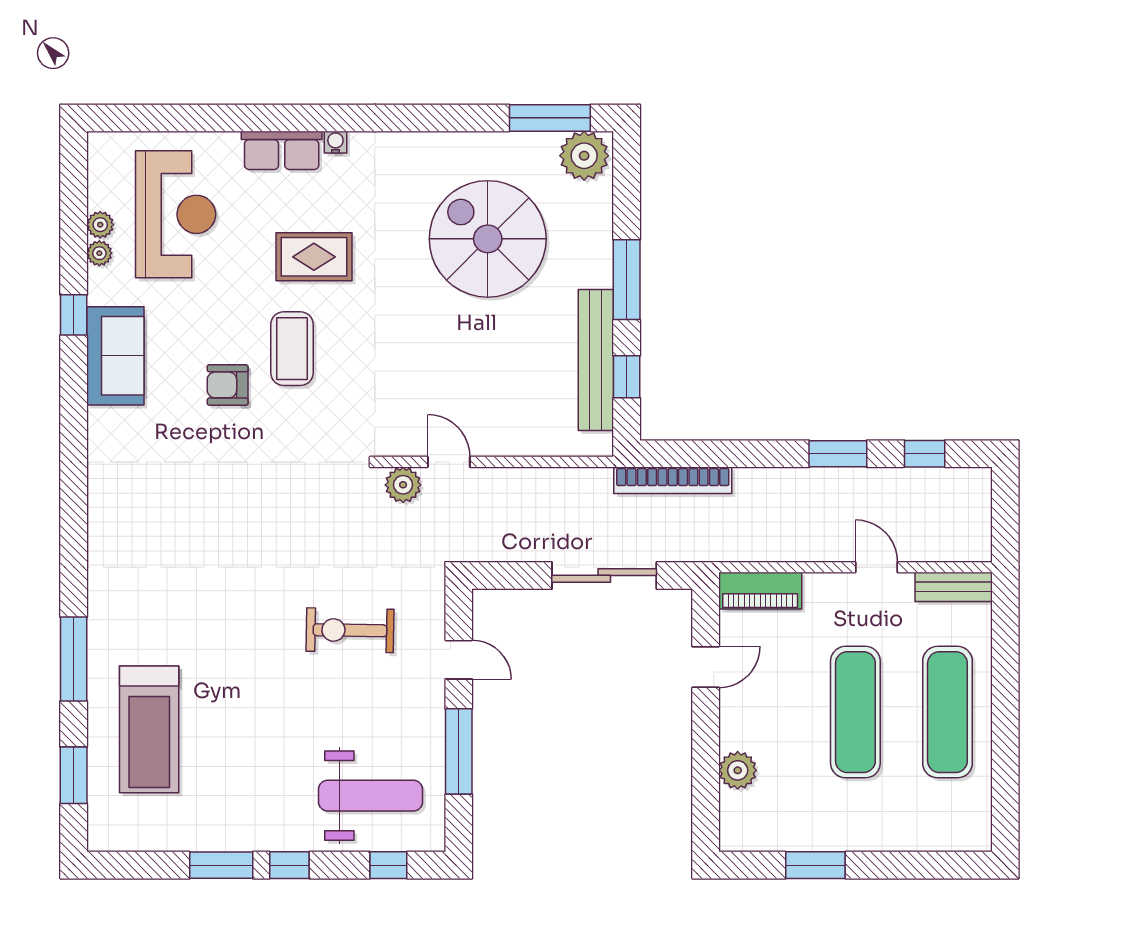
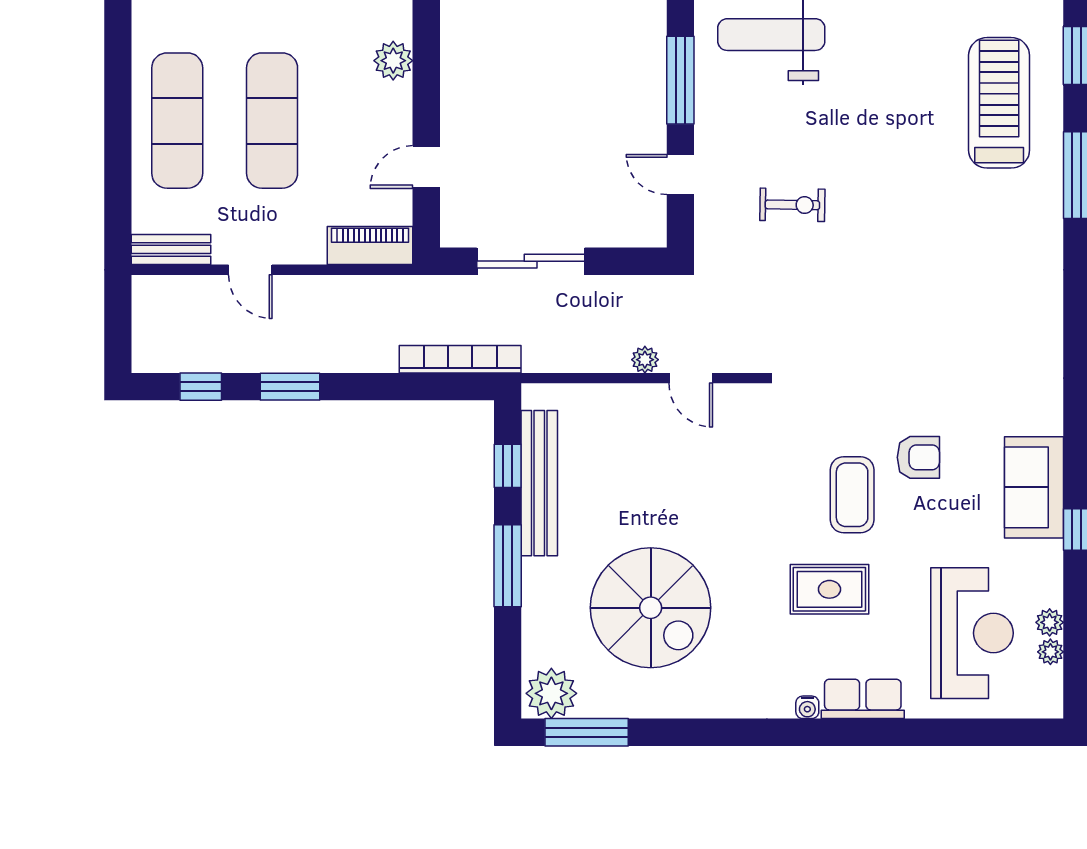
reception desk: (176, 214) -> (972, 633), turned 180
plant: (99, 253) -> (1050, 652), moved
plant: (403, 485) -> (645, 360), moved, width x0.73, depth x0.73
exercise bike: (350, 630) -> (792, 205), width x0.73, depth x0.72

